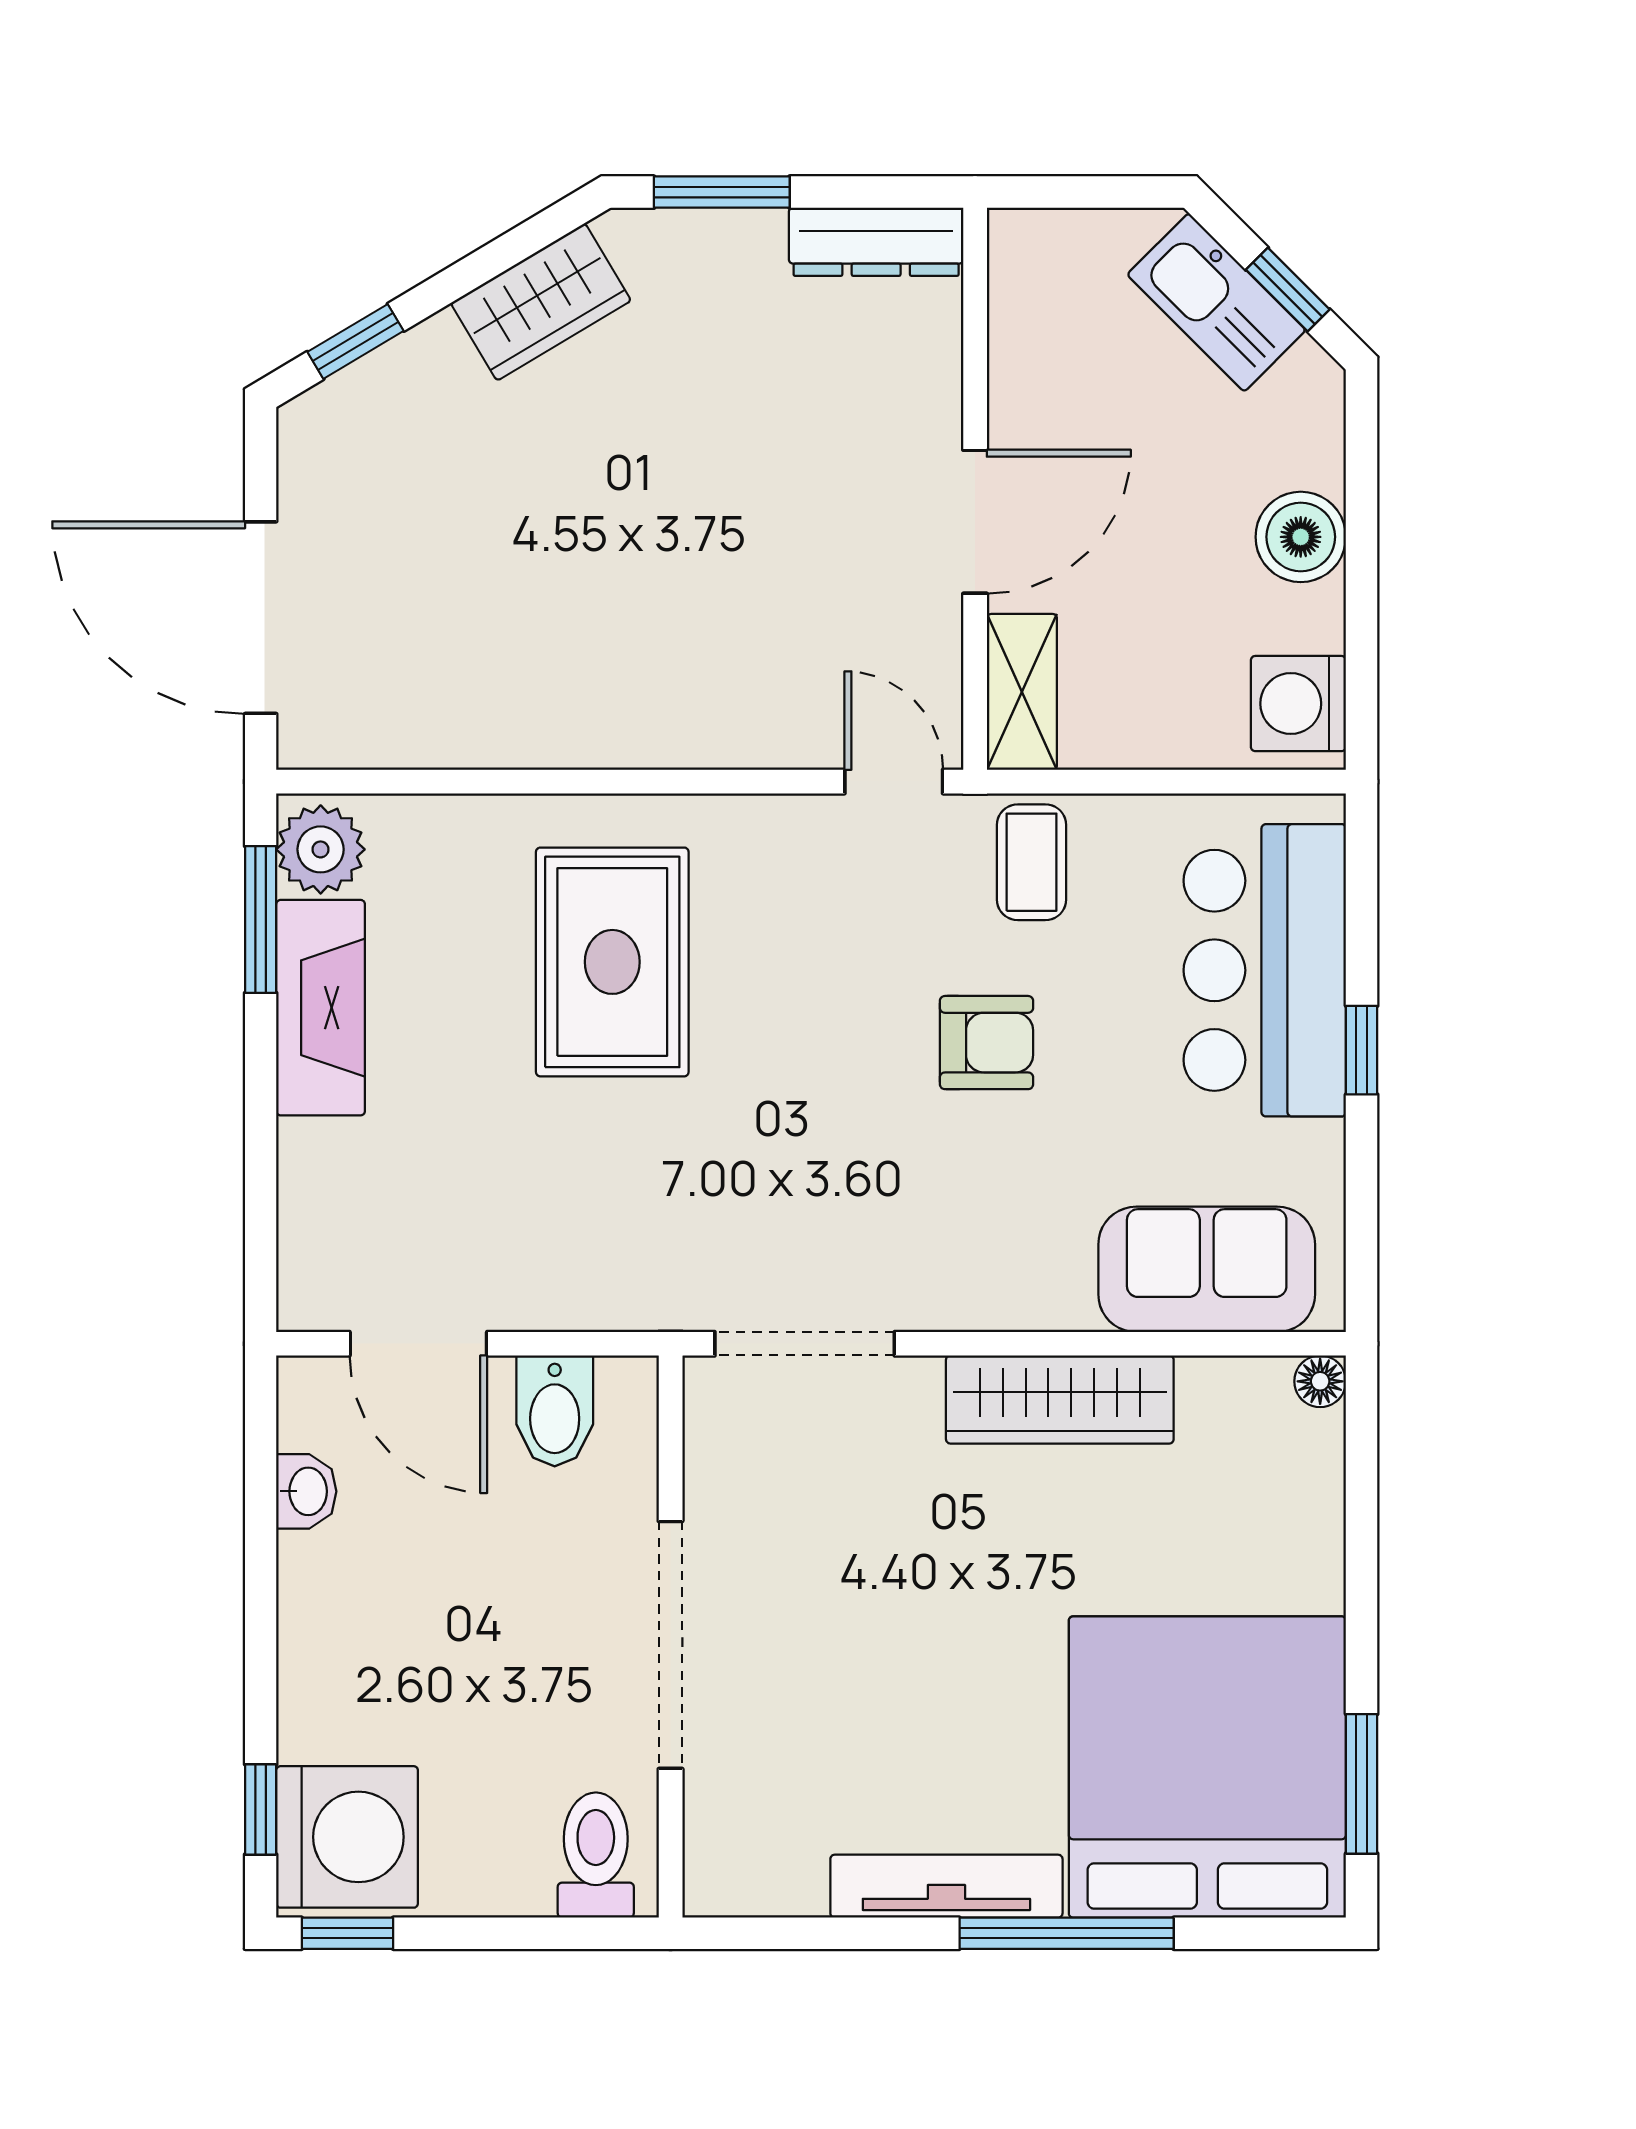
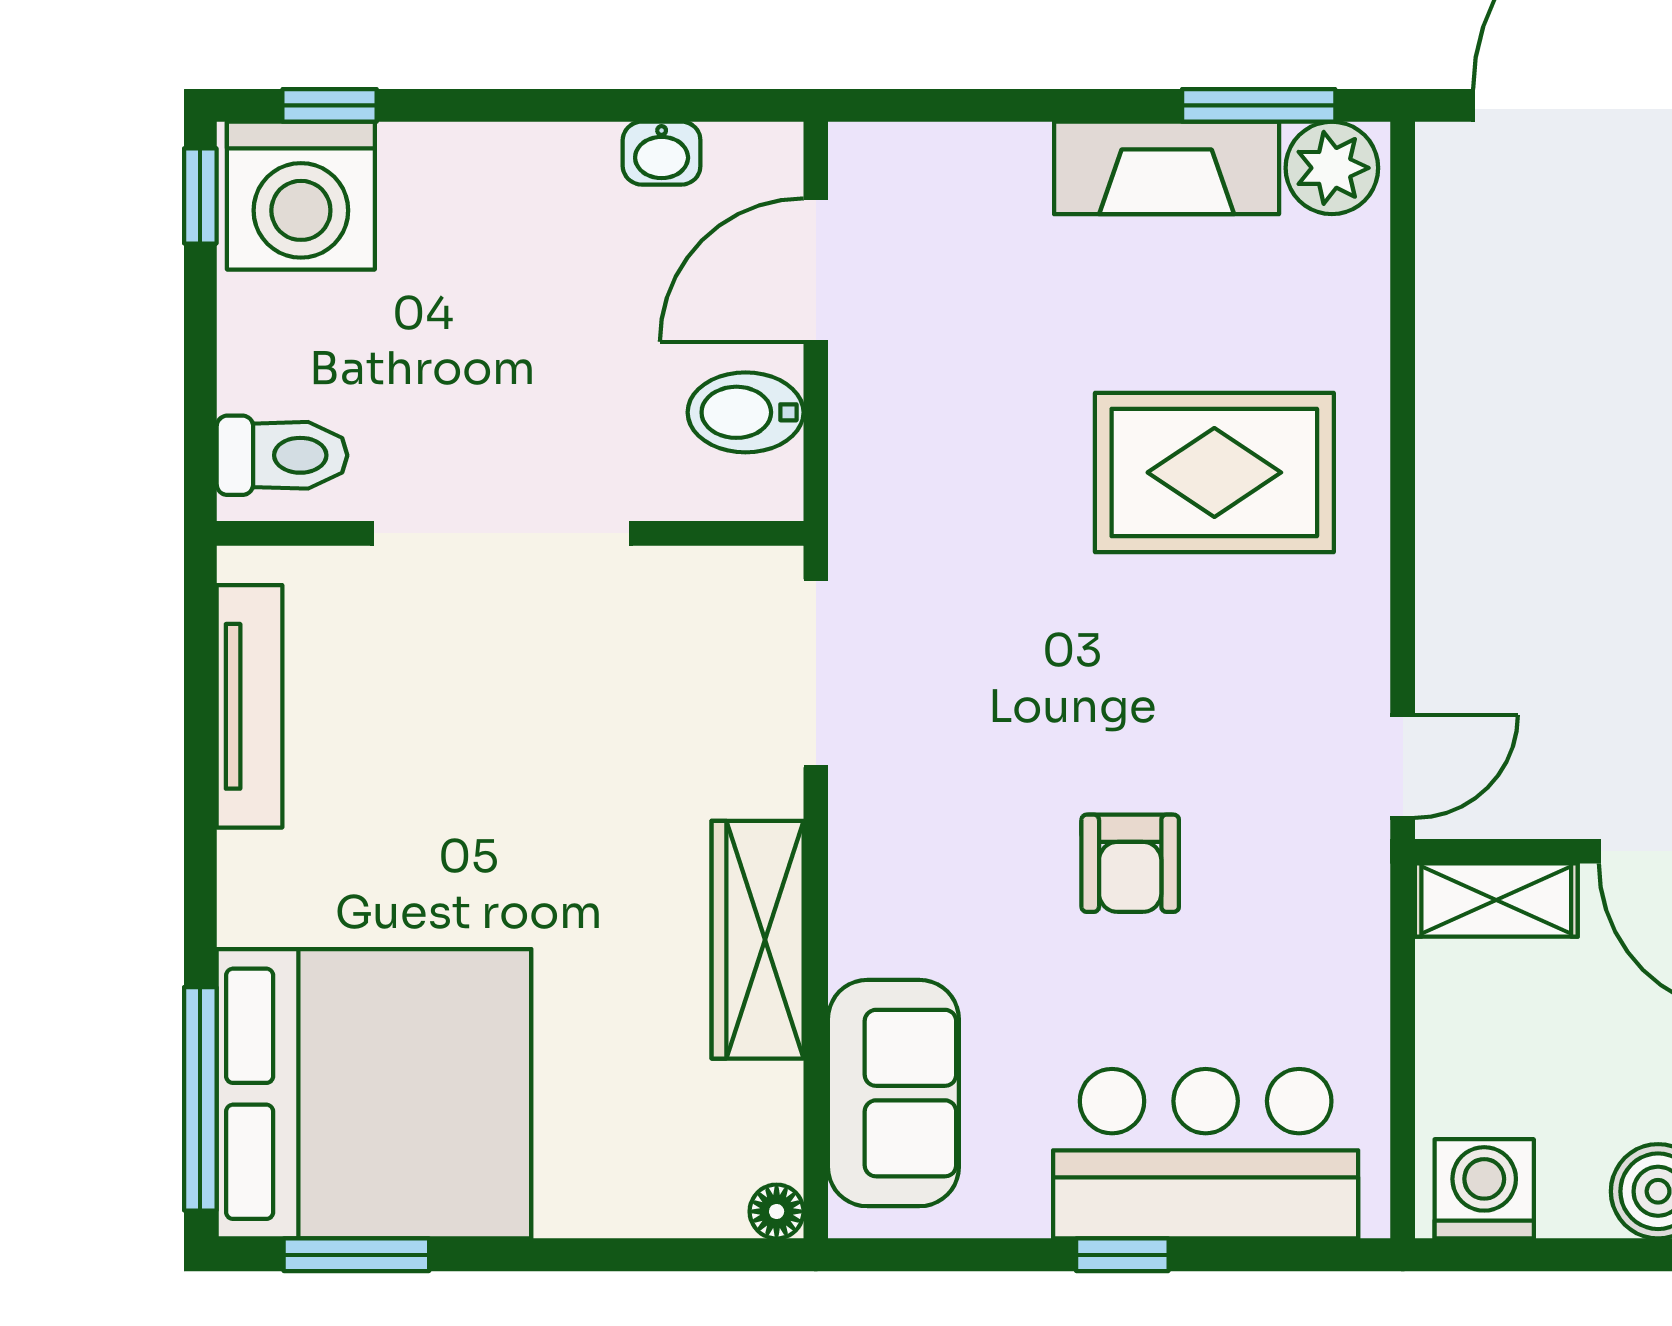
coffee table: (1032, 862) -> (1318, 910), removed
tv unit: (946, 1886) -> (249, 706), moved
window: (1067, 1933) -> (200, 1099), moved

